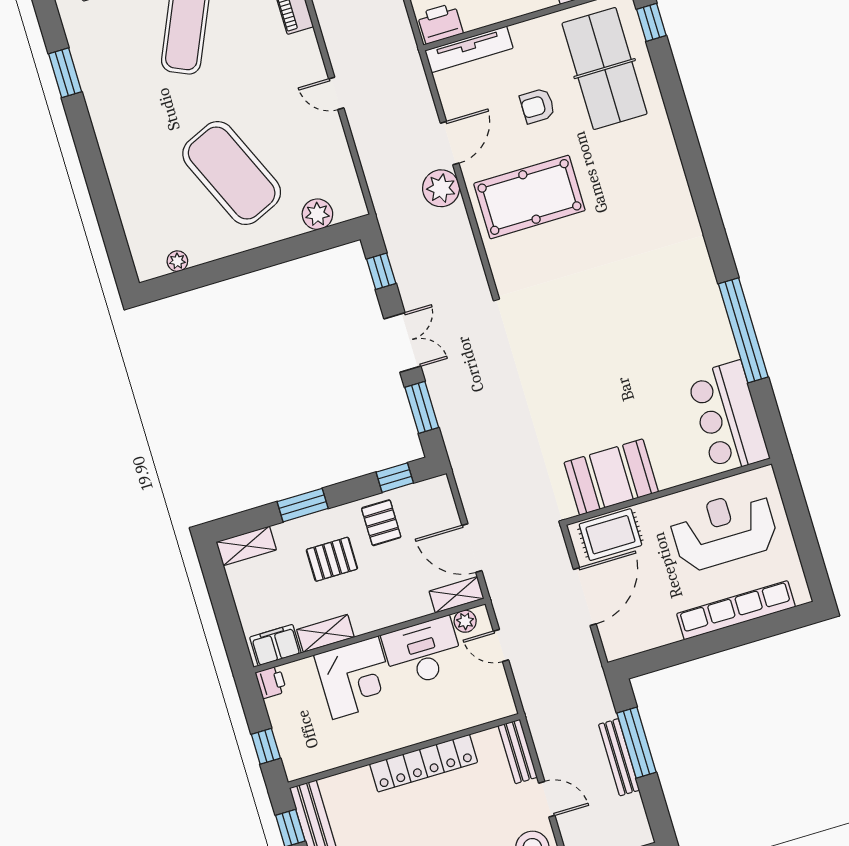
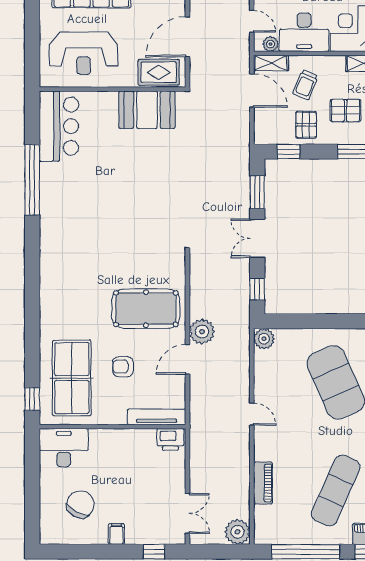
armchair: (537, 106) -> (123, 367), turned 180
plant: (317, 214) -> (264, 339), moved
trolley: (399, 579) -> (305, 85), added

